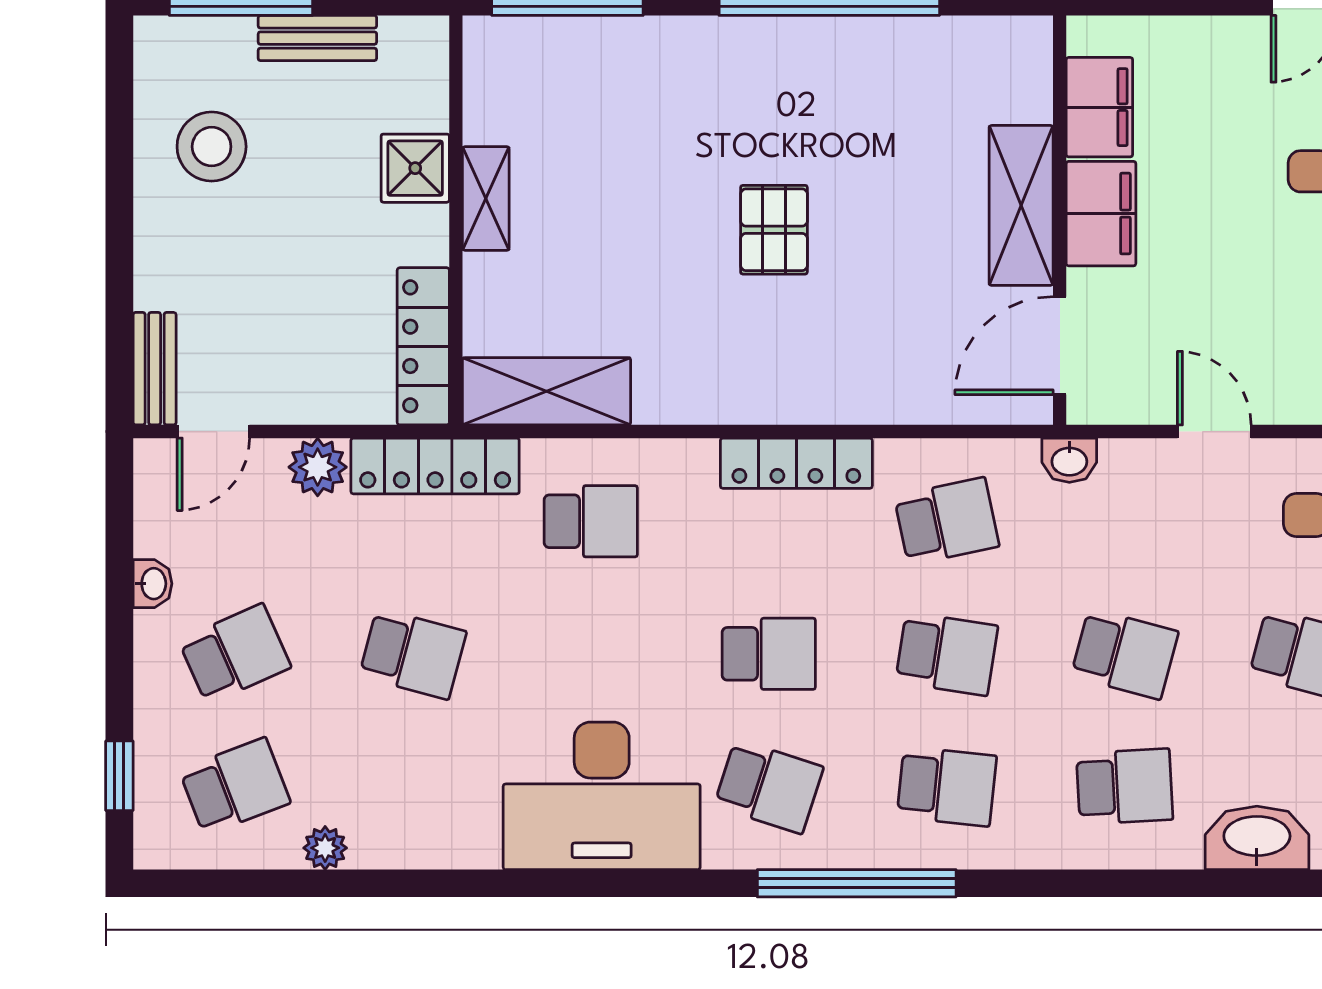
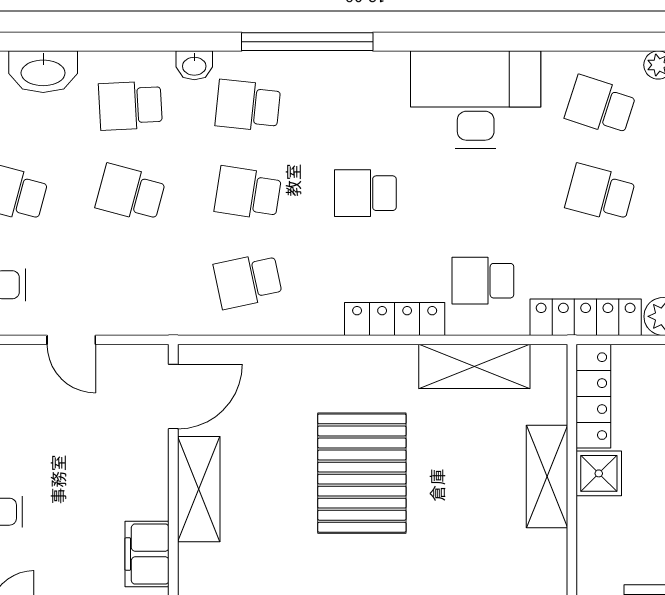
shower: (415, 168) -> (599, 473), moved
shelving: (486, 199) -> (547, 477), width x1.50, depth x1.33
filing cabinet: (1101, 214) -> (146, 484), removed
pallet: (774, 230) -> (362, 473), width x2.05, depth x2.00
shelving: (547, 391) -> (474, 366), moved
washbasin: (1069, 460) -> (194, 65), moved, turned 180
locker: (796, 463) -> (395, 319), moved
school desk: (769, 786) -> (600, 106), moved

